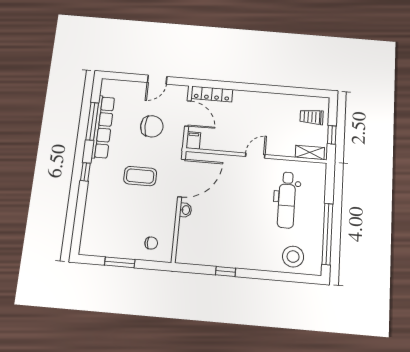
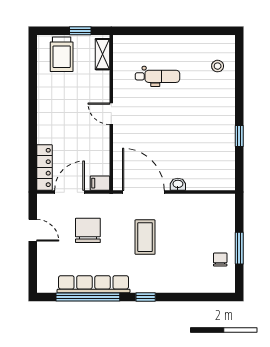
trolley: (312, 117) -> (62, 54), width x1.36, depth x1.39
window: (92, 121) -> (88, 297), width x1.46
dental chair: (287, 200) -> (157, 76), width x0.73, depth x0.72
window: (327, 234) -> (191, 31), removed
chair: (151, 243) -> (220, 260), moved
stool: (293, 257) -> (218, 66), width x0.53, depth x0.53

